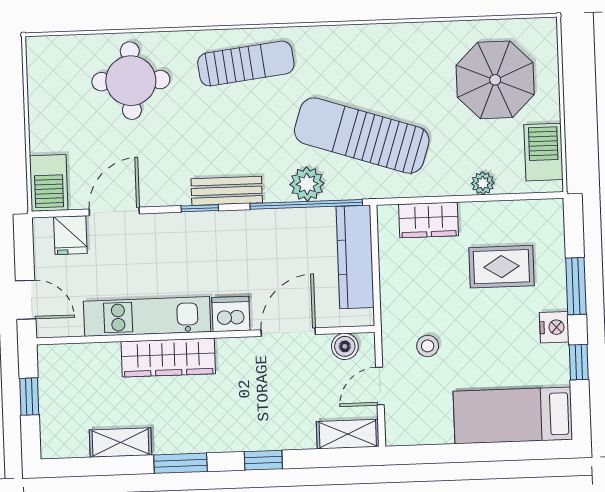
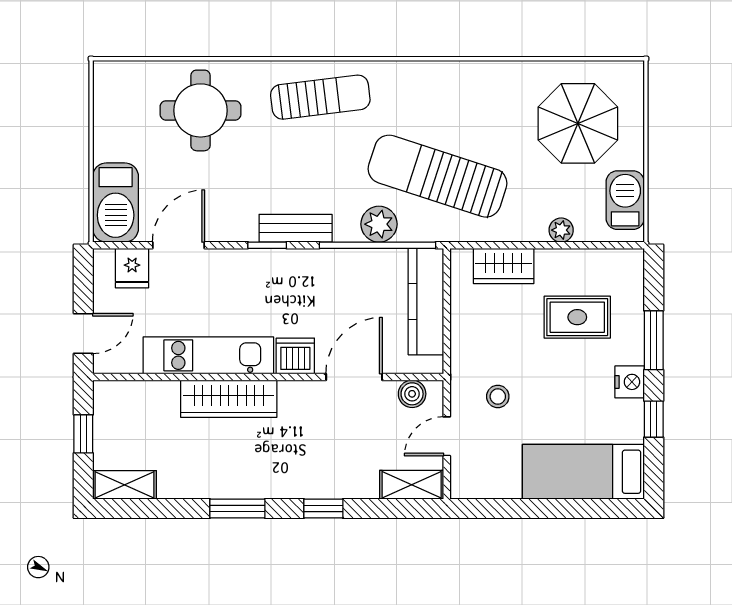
barbecue: (49, 183) -> (116, 203), width x1.37, depth x1.21
door: (26, 300) -> (83, 333), hinge flipped
shelving: (120, 442) -> (124, 485), moved

